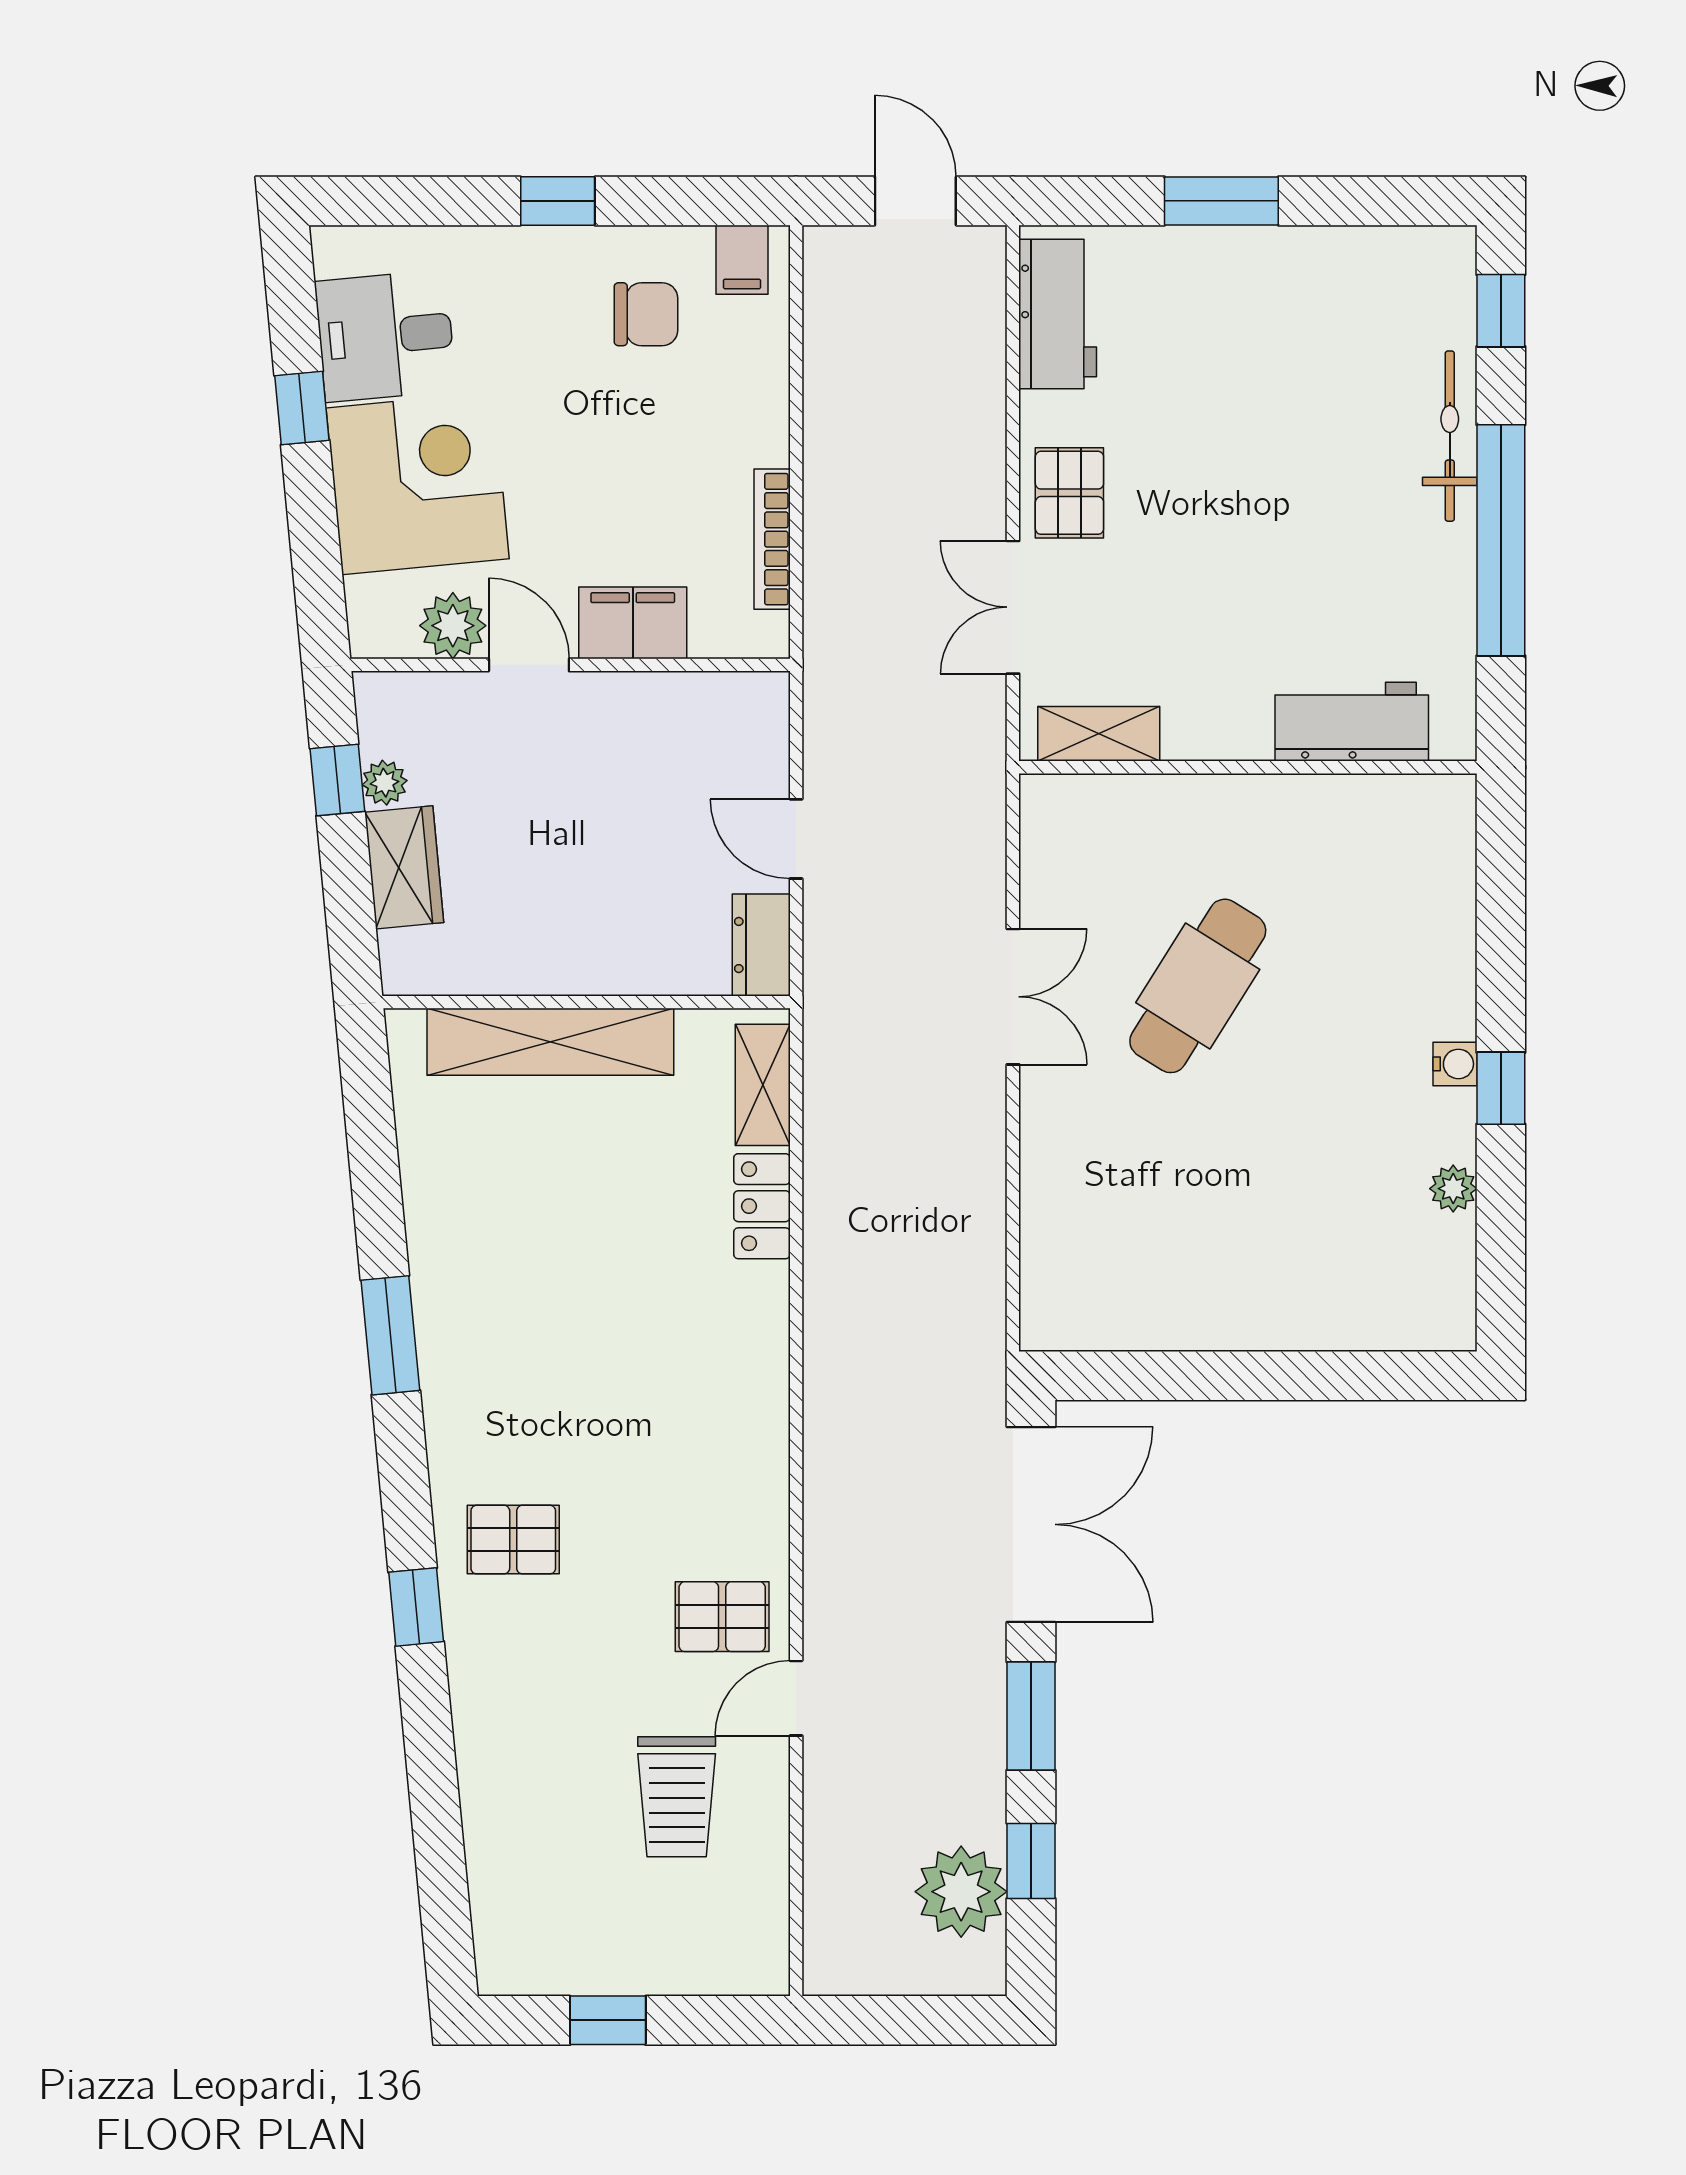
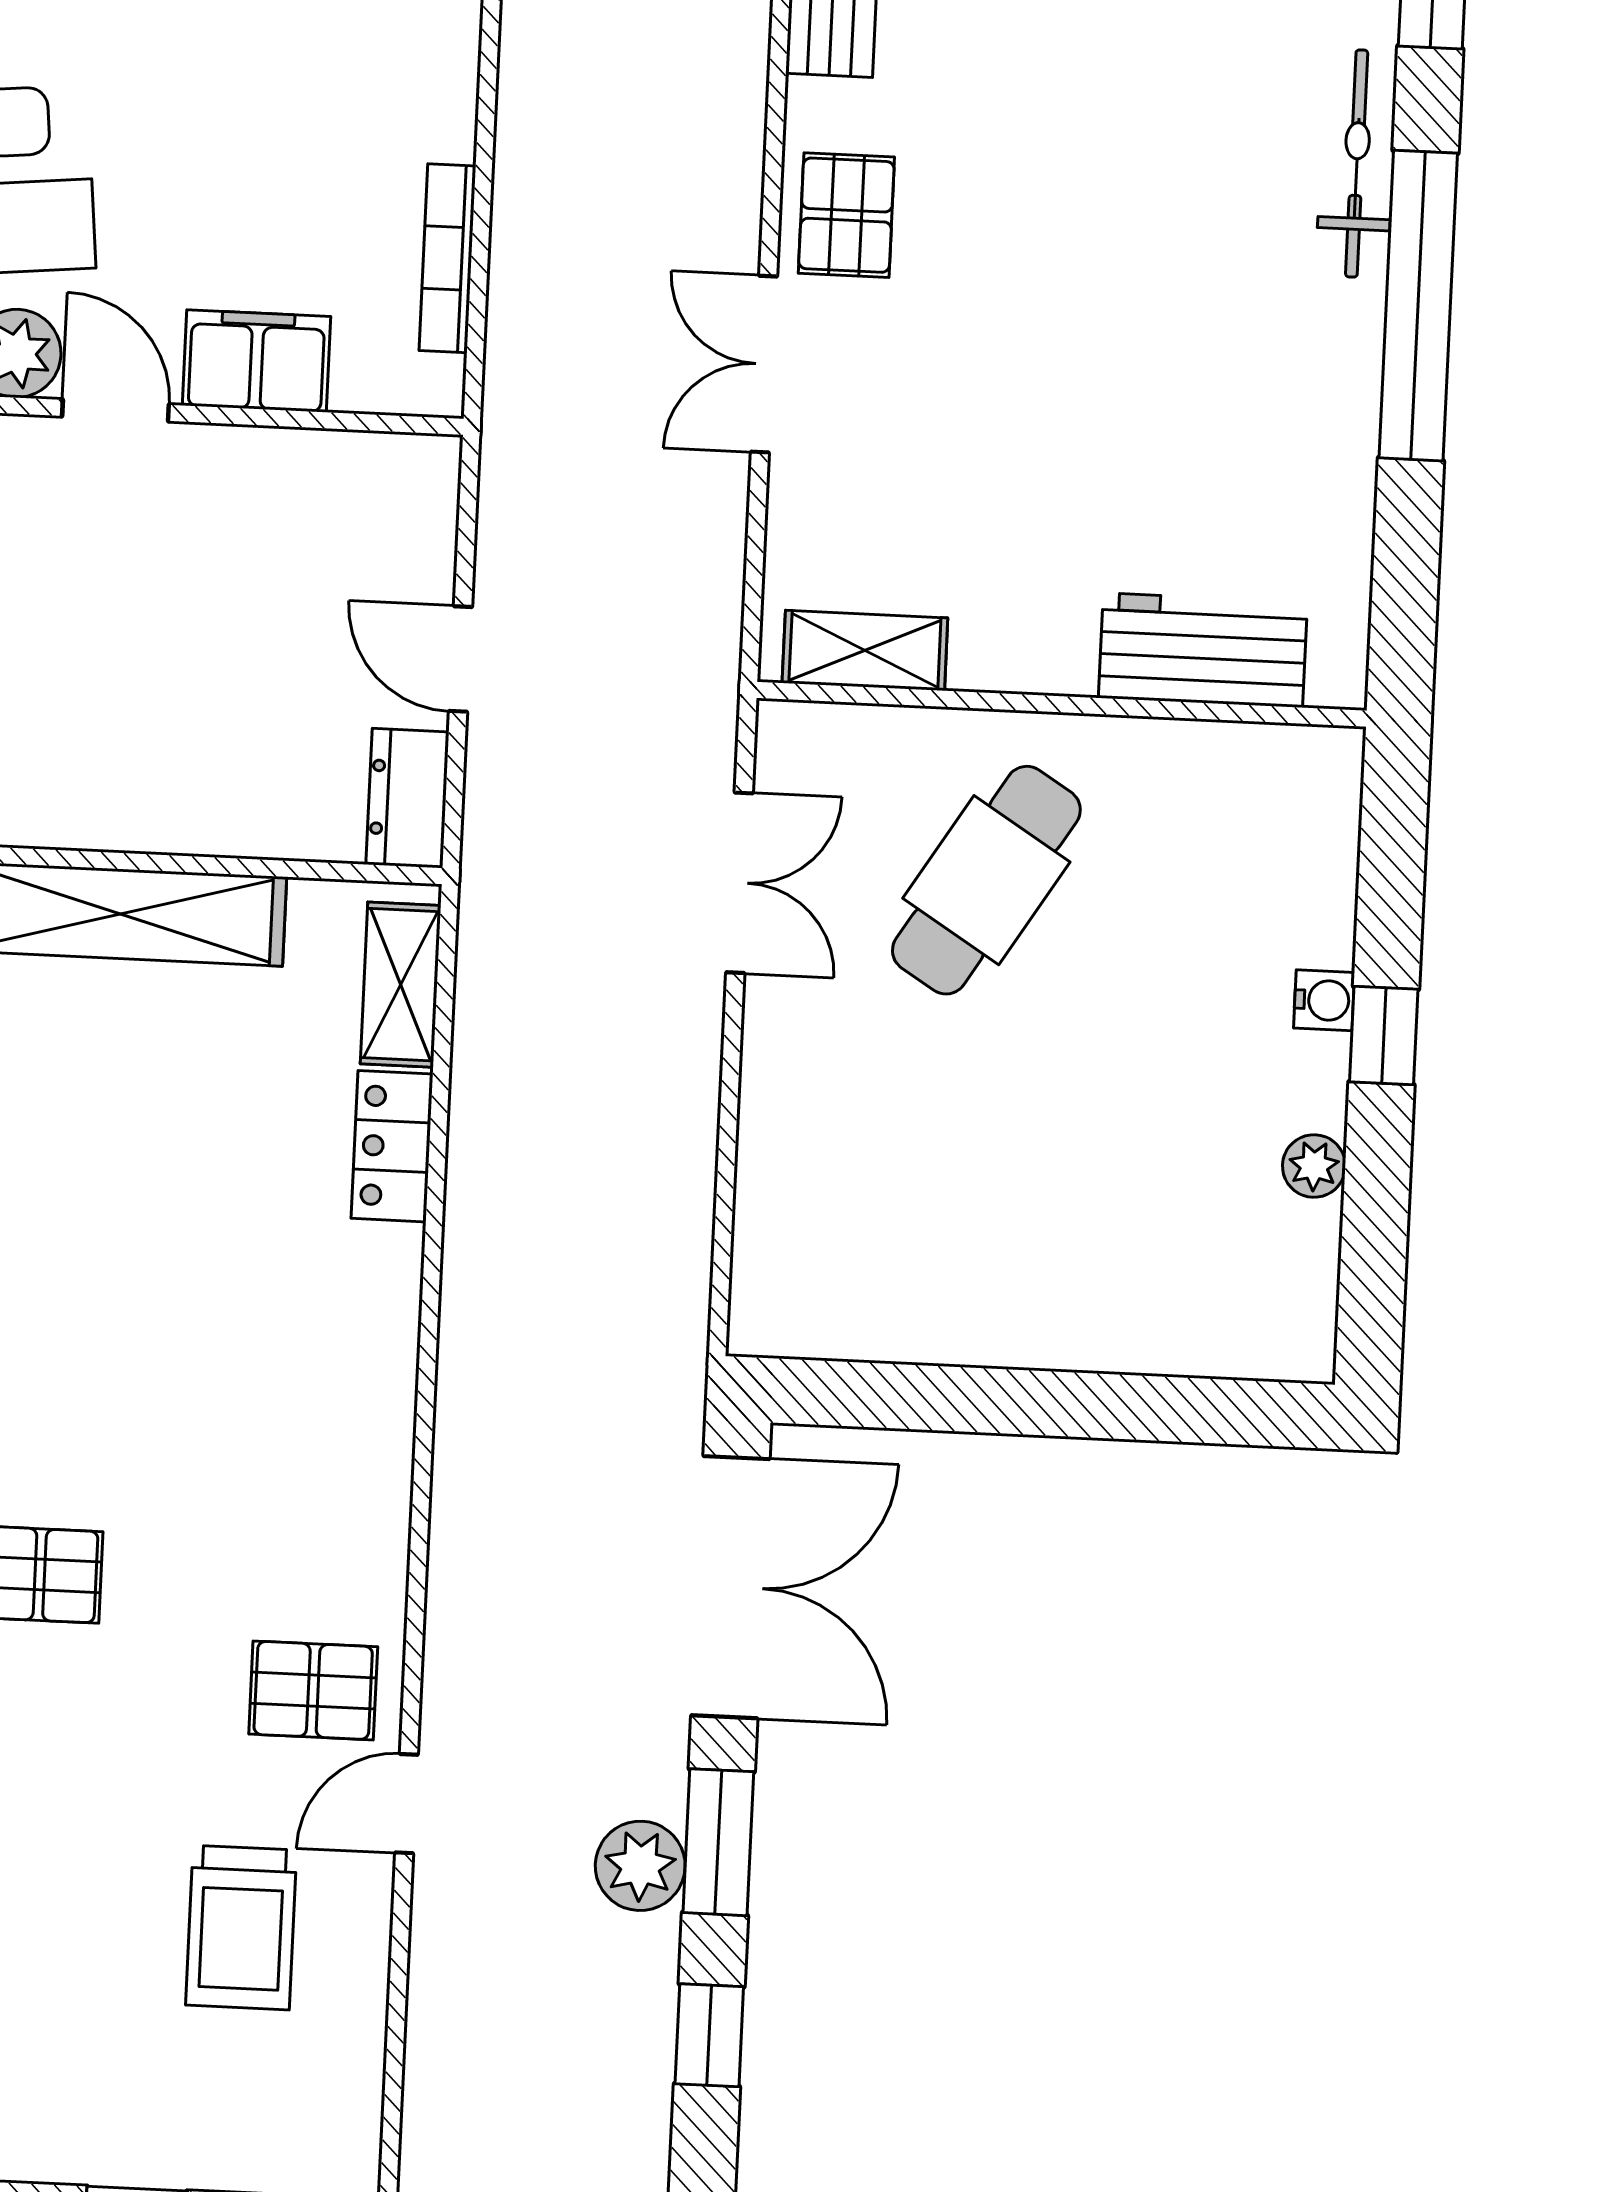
workbench: (1352, 722) -> (1203, 650), moved
shelving: (1099, 734) -> (865, 650), moved
wall: (1248, 767) -> (1062, 704), moved
plant: (961, 1892) -> (640, 1866), moved, width x0.73, depth x0.73

